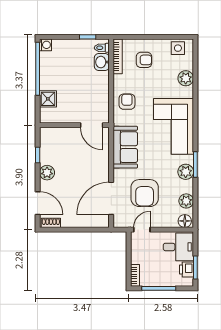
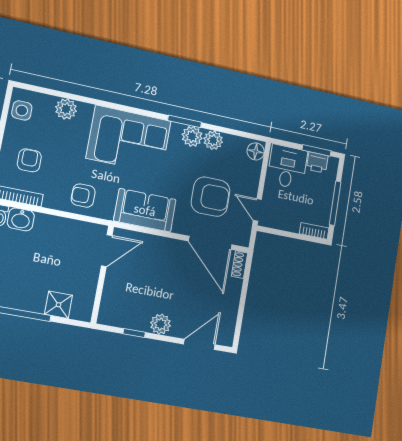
plant: (186, 201) -> (213, 140), moved
shoe rack: (51, 223) -> (239, 265), moved

